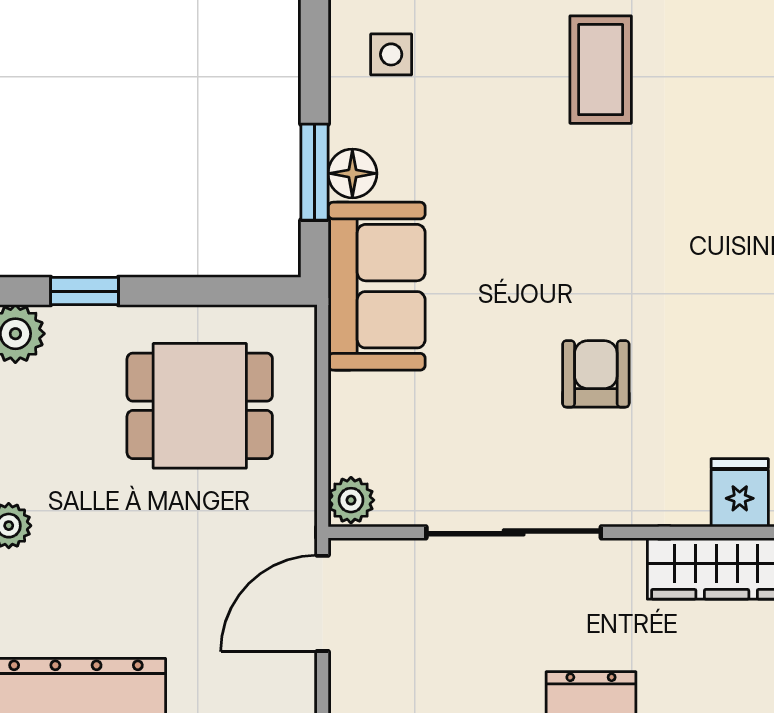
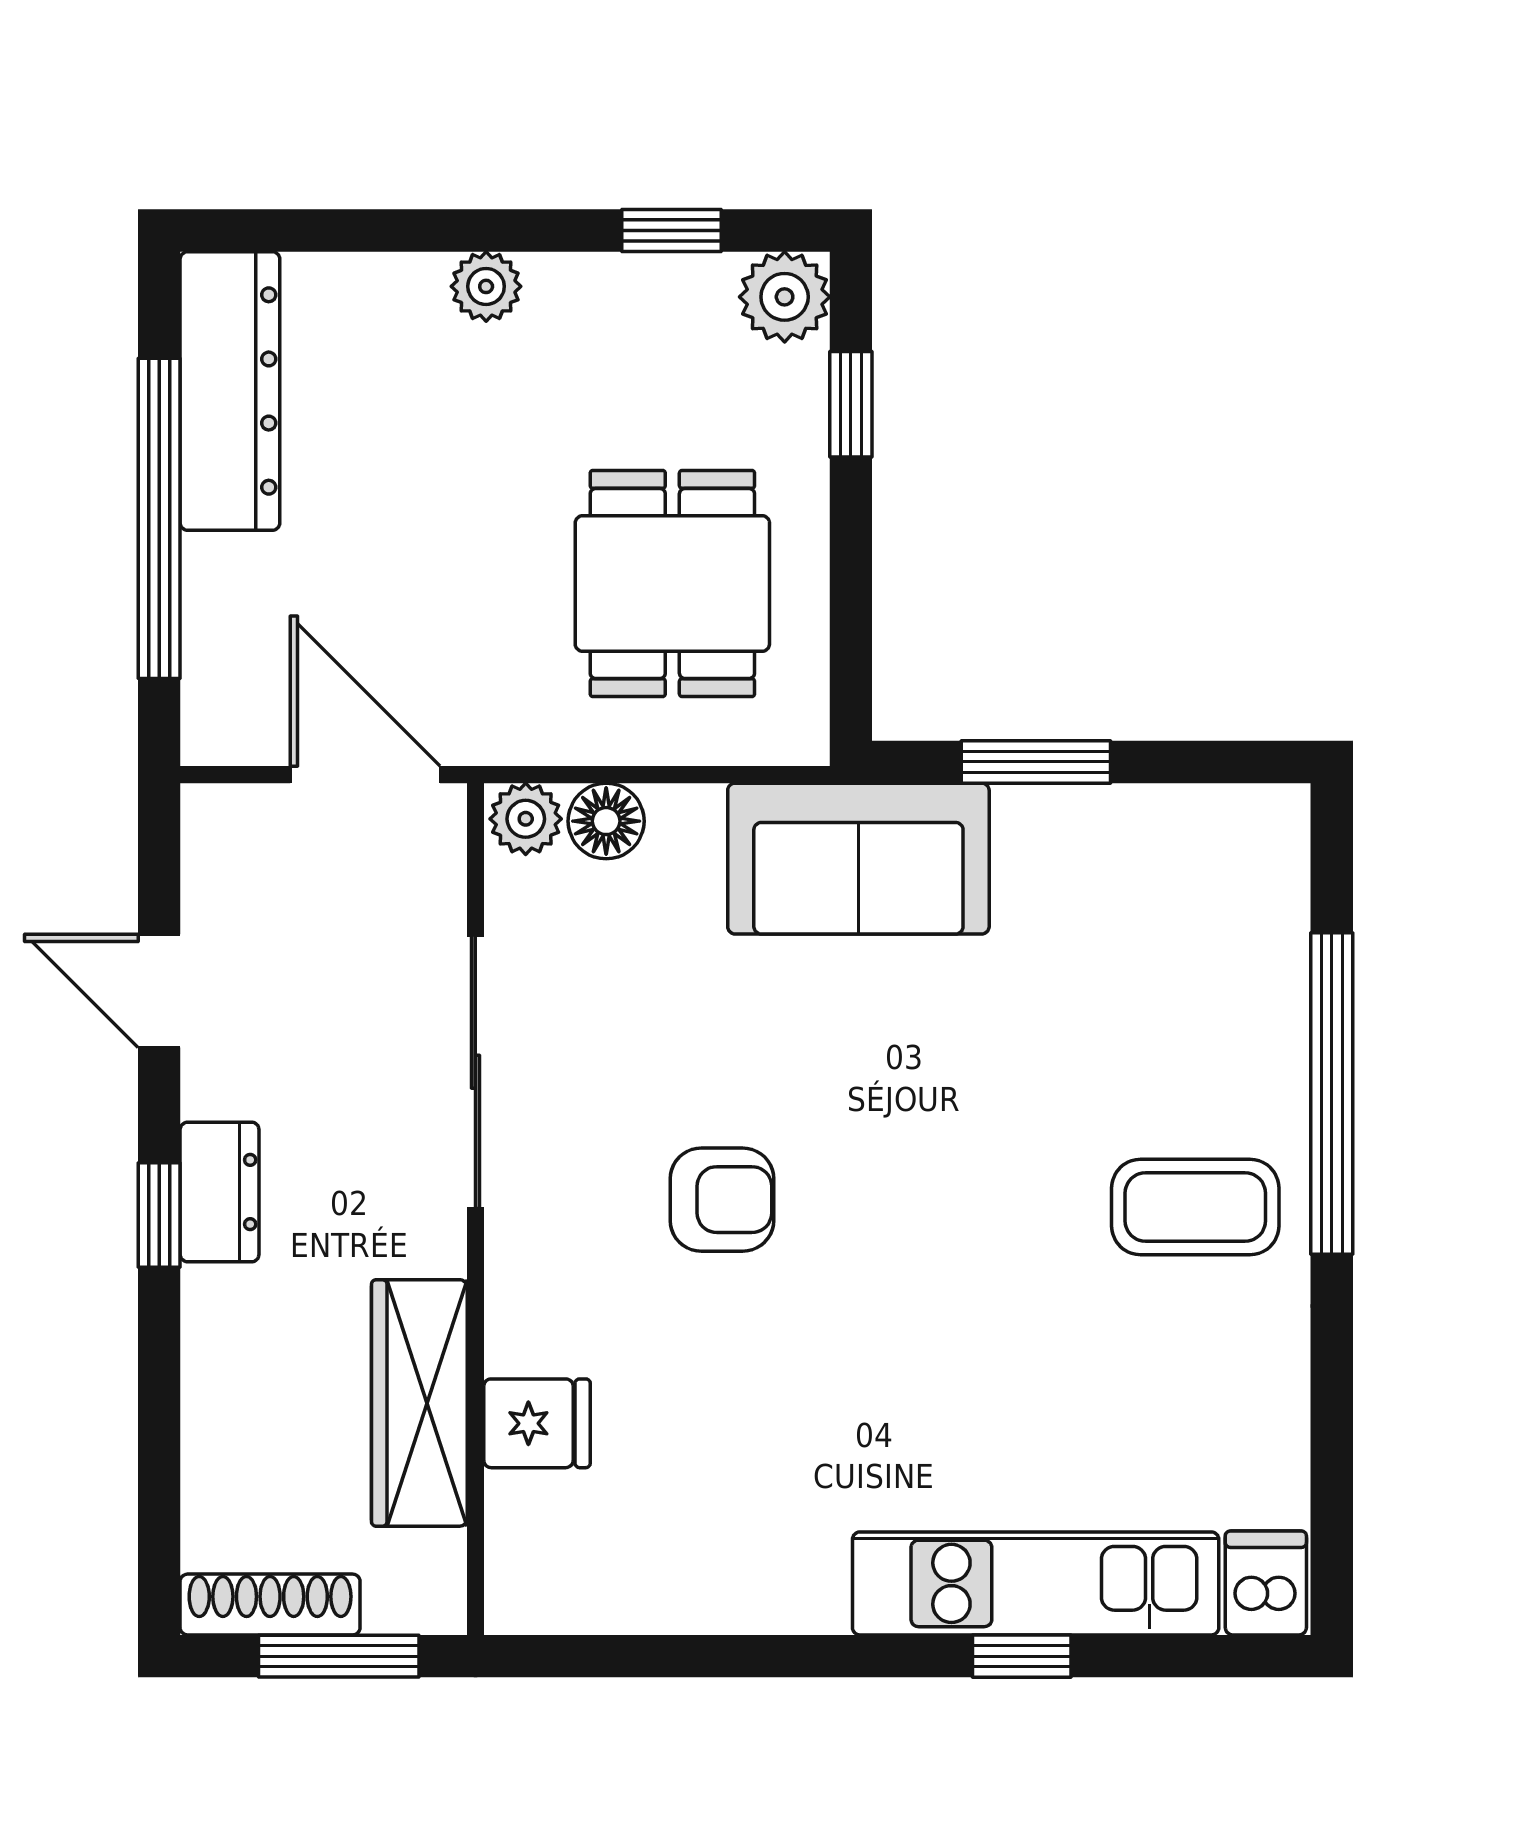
side table: (391, 54) -> (1219, 881), removed
floor lamp: (352, 173) -> (606, 821), moved

